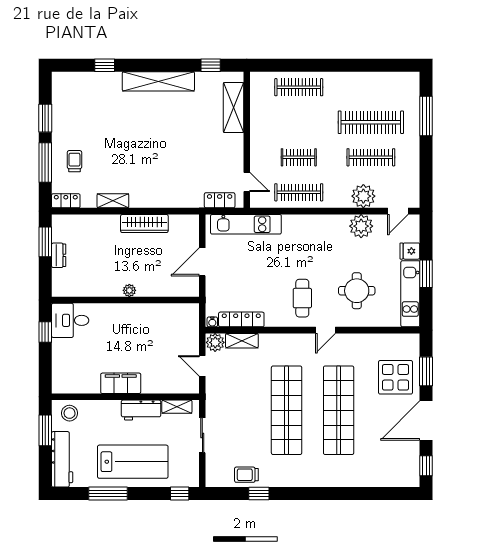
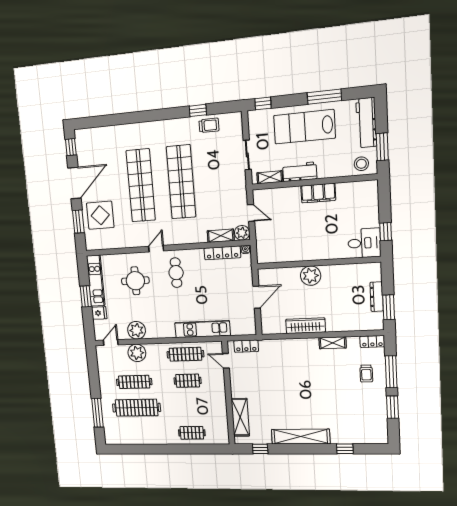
clothes rail: (299, 87) -> (192, 433), width x0.73
kitchen unit: (246, 224) -> (202, 329), moved
dresser: (59, 255) -> (377, 297), width x1.44
plant: (129, 290) -> (311, 276), width x1.87, depth x1.87

